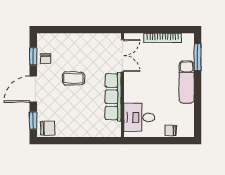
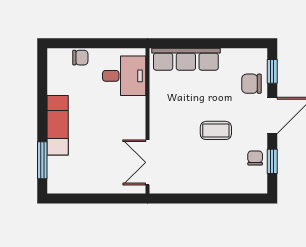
bookcase: (163, 38) -> (91, 187), removed
row of seats: (113, 97) -> (186, 59), moved, turned 90
chair: (48, 128) -> (251, 84), moved

